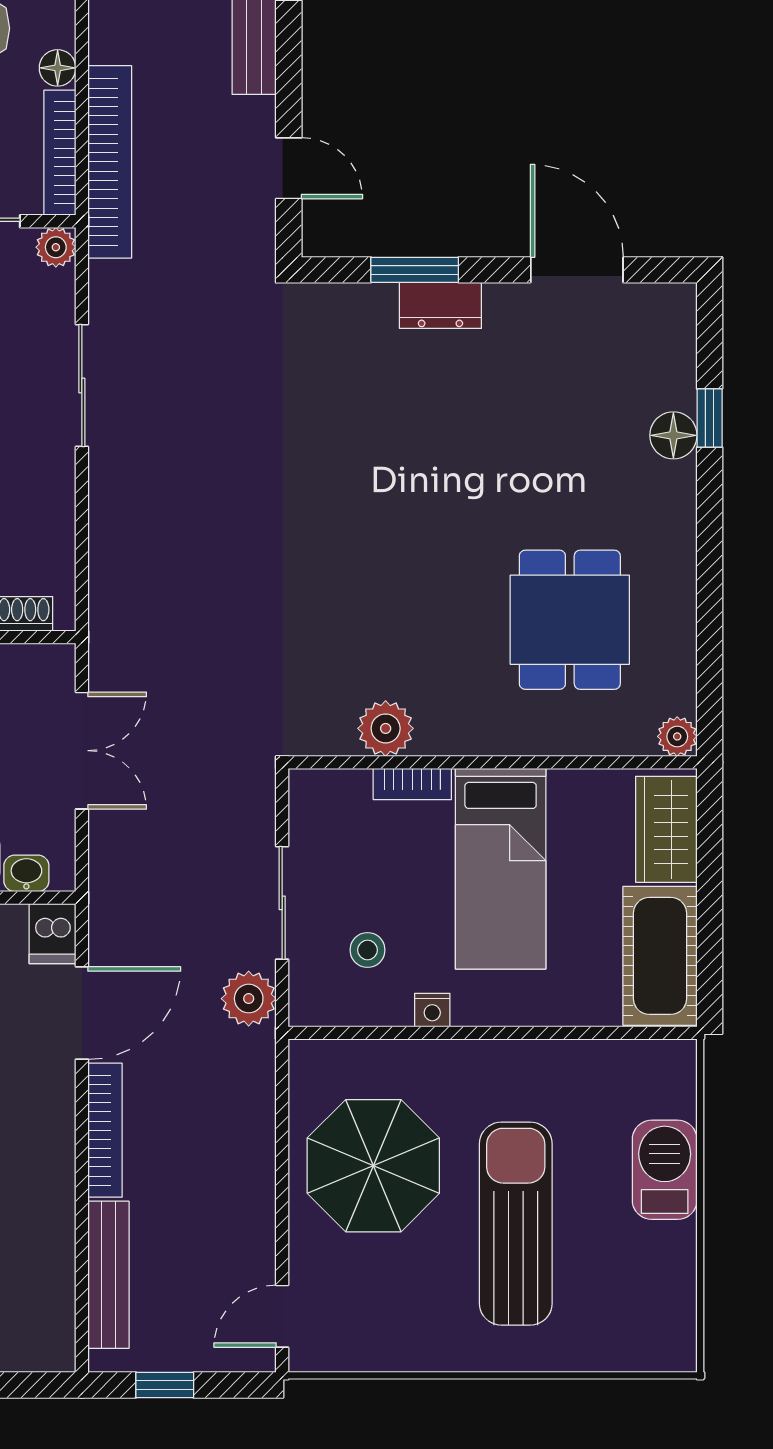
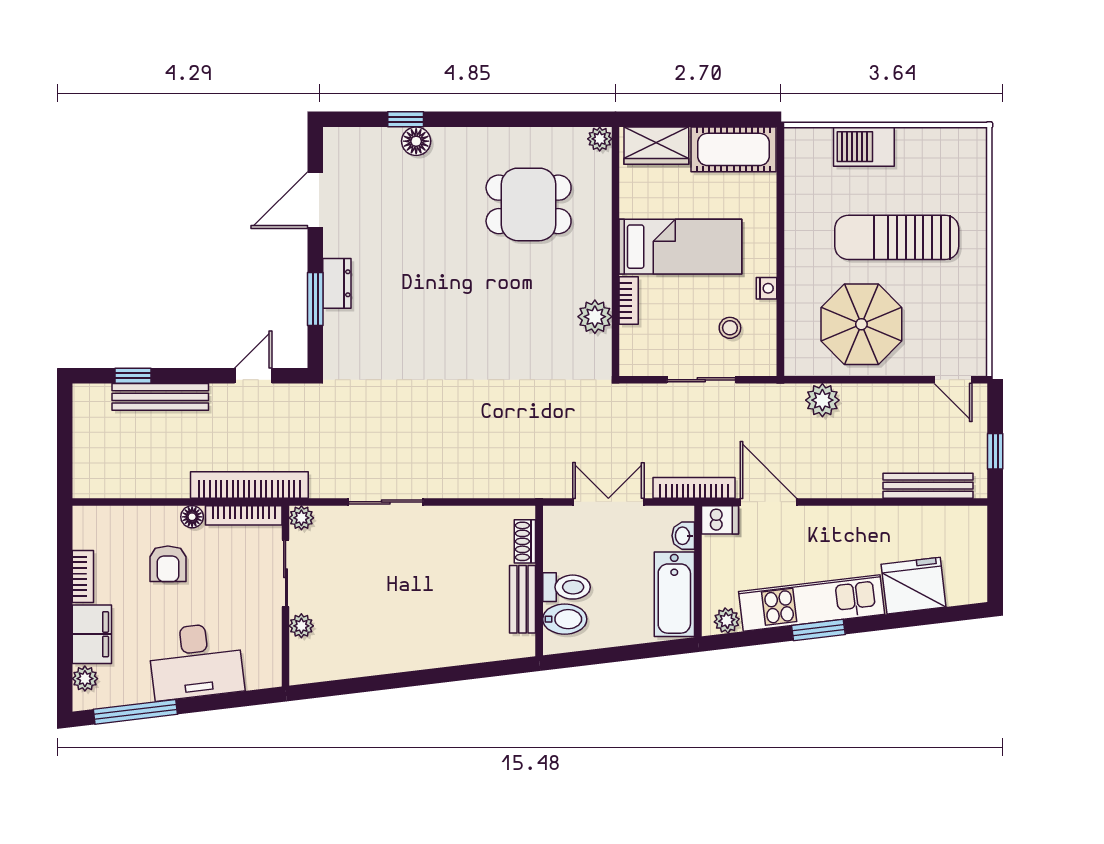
plant: (249, 999) -> (822, 400), moved
bookcase: (105, 1130) -> (694, 488), moved

